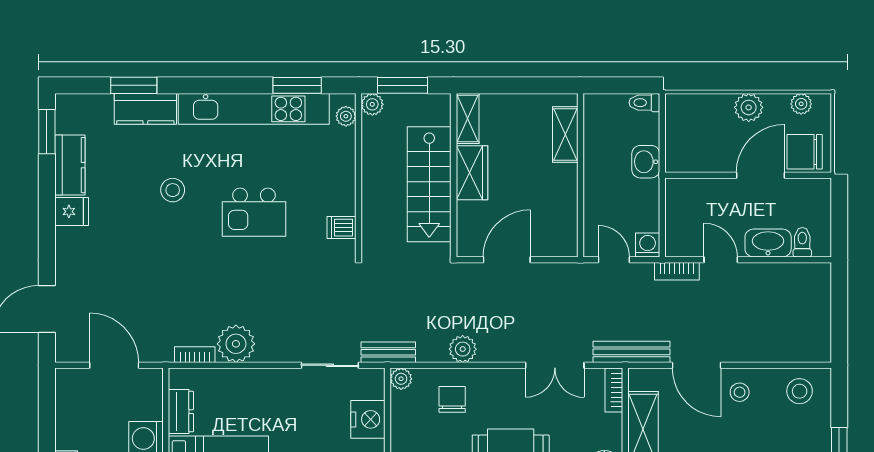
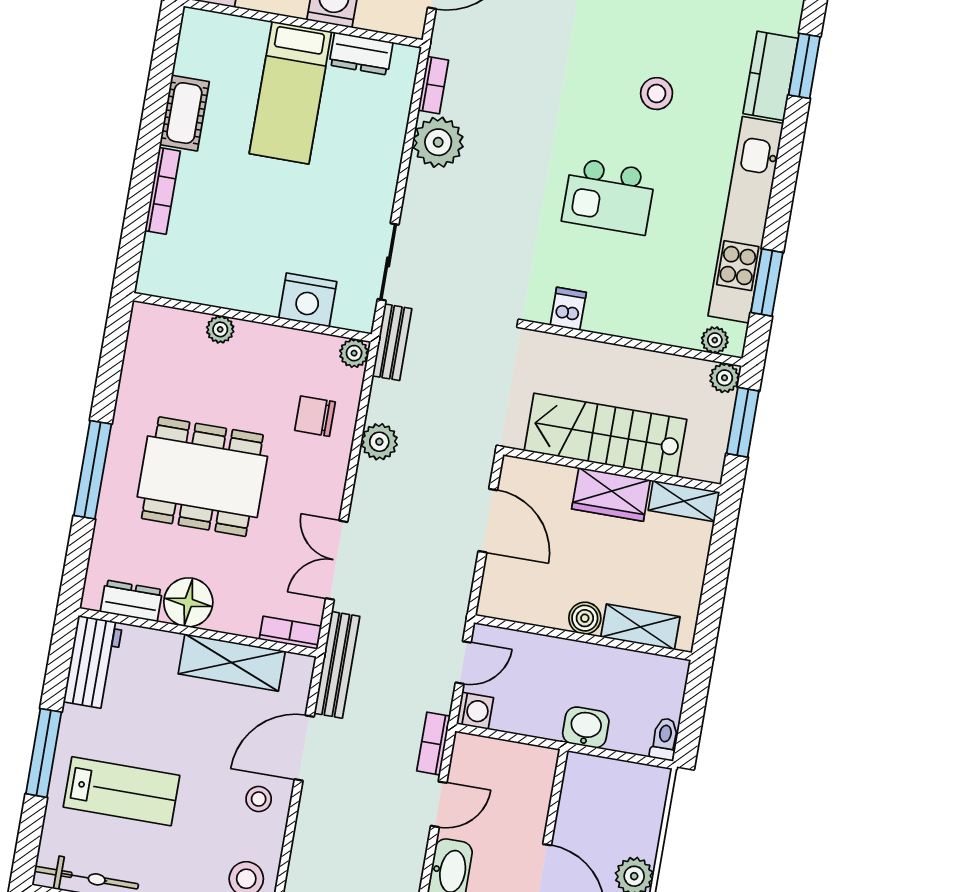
boiler: (566, 176) -> (585, 618), added
kitchen island: (254, 212) -> (609, 196), turned -90
chair: (452, 399) -> (315, 416), turned 180

